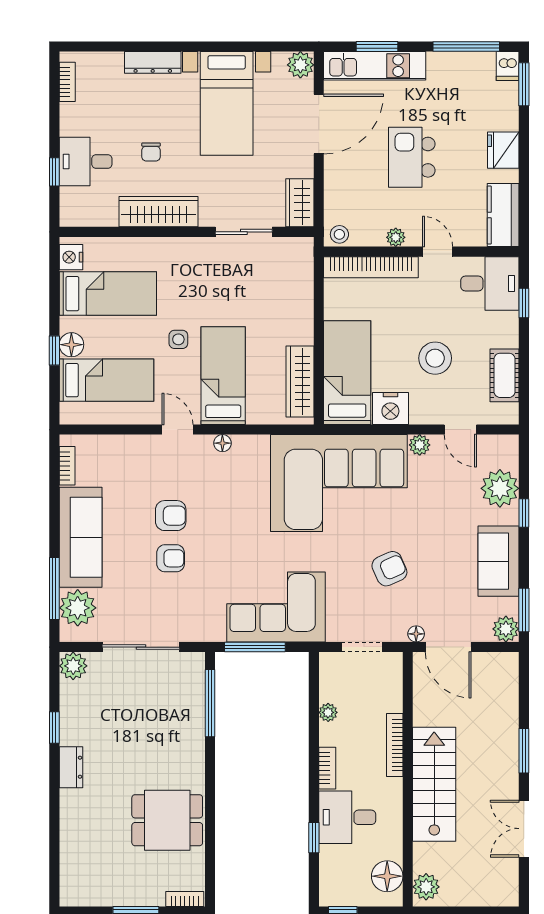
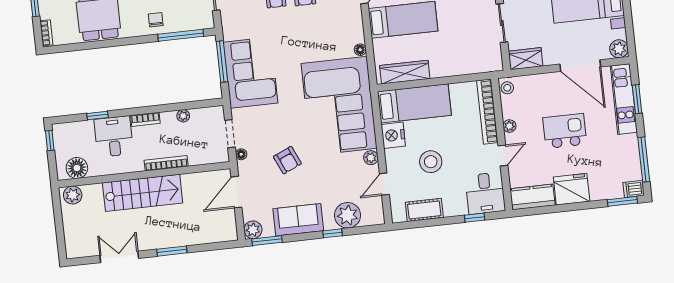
fridge: (503, 150) -> (572, 189), width x1.36, depth x1.34
floor lamp: (222, 443) -> (360, 50), moved
armchair: (389, 569) -> (287, 160), moved
floor lamp: (416, 634) -> (241, 154), moved
chair: (183, 737) -> (156, 20), added

